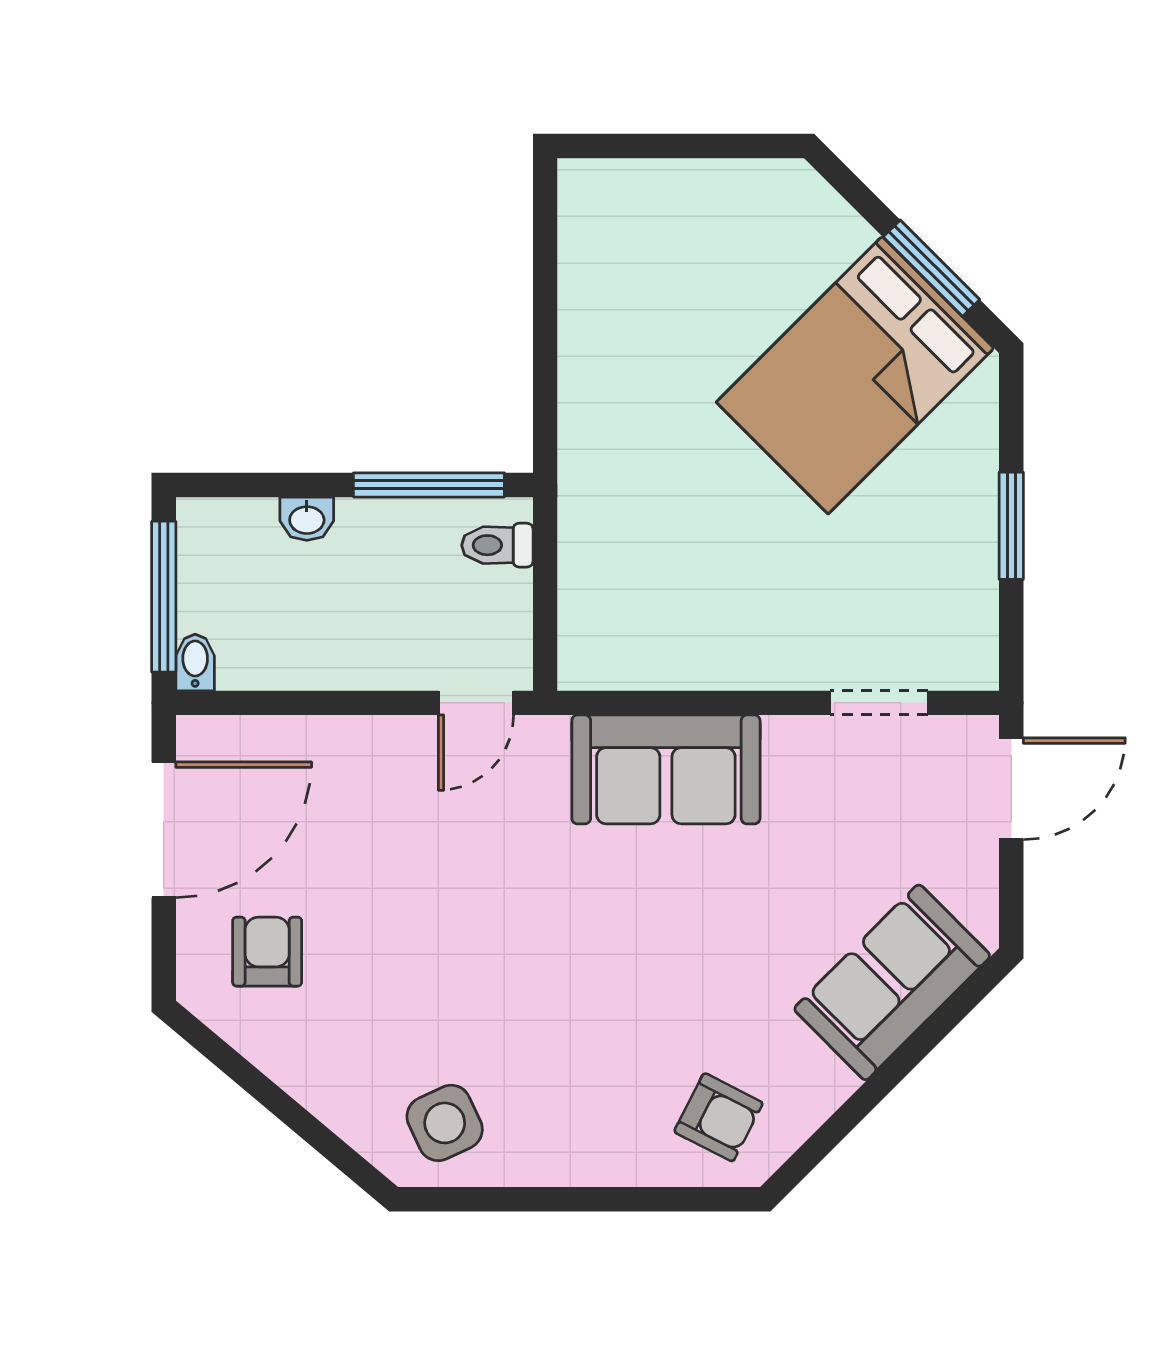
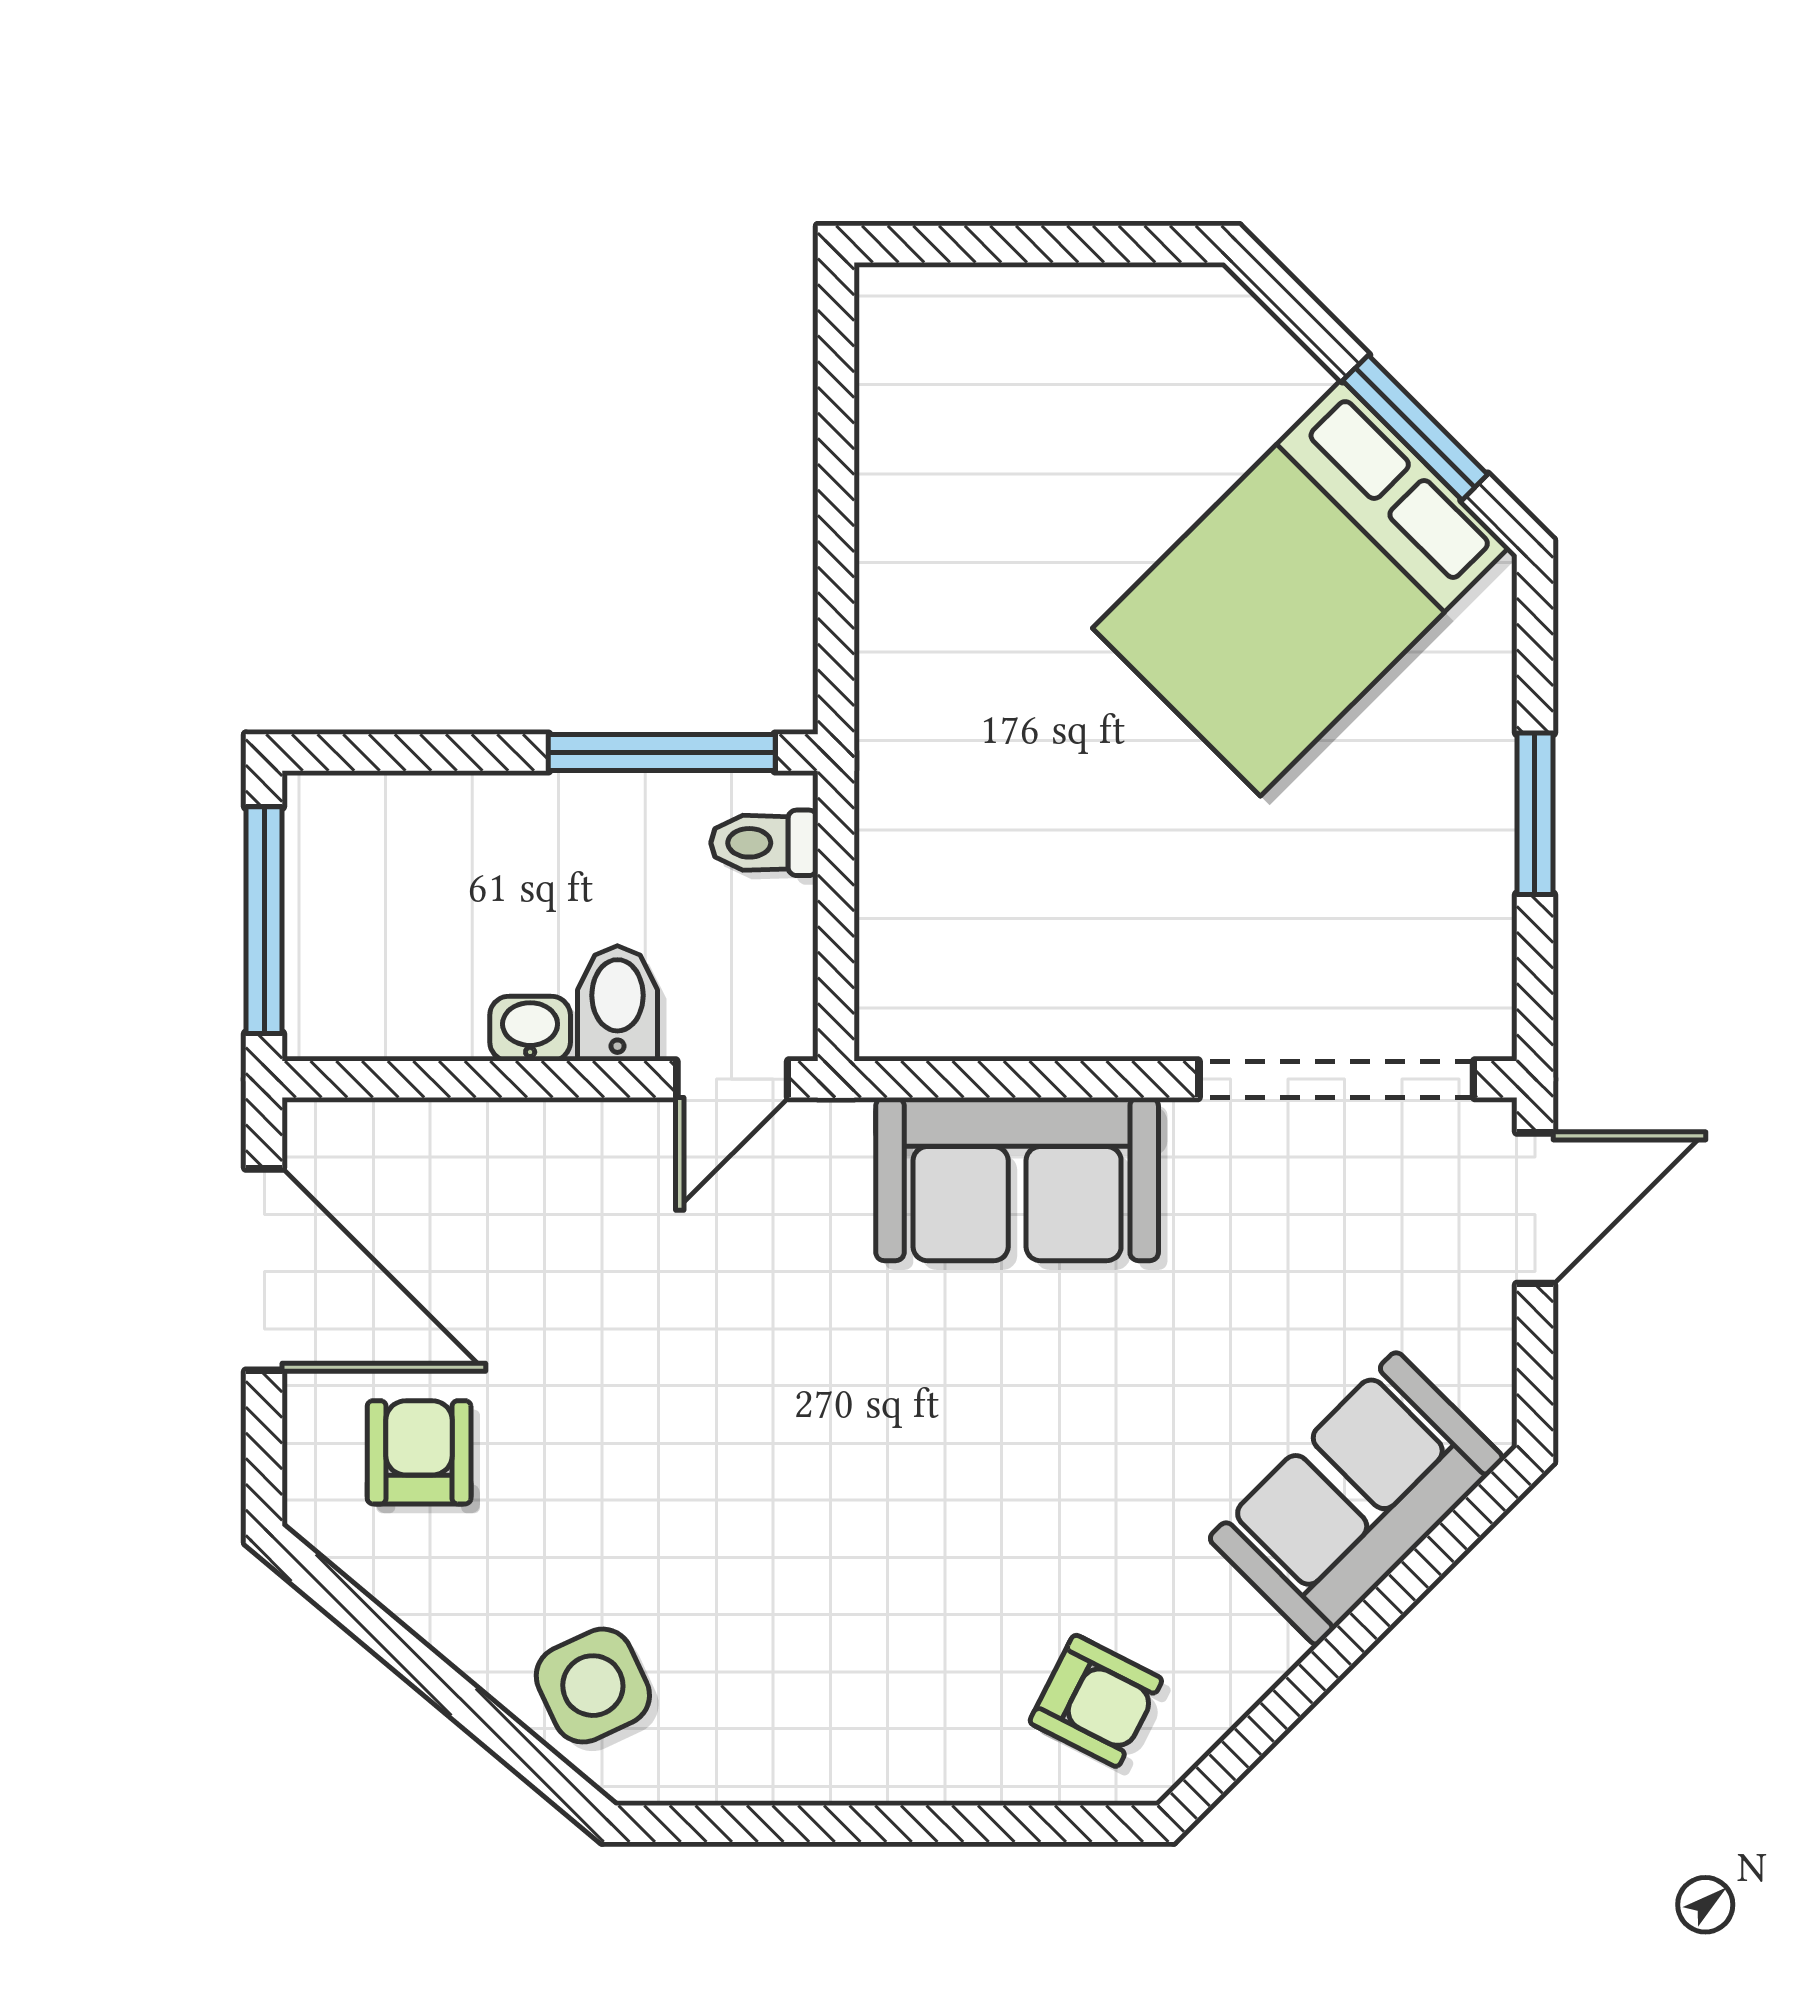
washbasin: (307, 519) -> (530, 1029), moved, turned 180
bidet: (195, 662) -> (617, 1003), moved, width x1.38, depth x1.36
doorway: (879, 703) -> (1336, 1079), width x1.88
door: (164, 830) -> (264, 1270), hinge flipped
side table: (445, 1123) -> (593, 1686), moved

